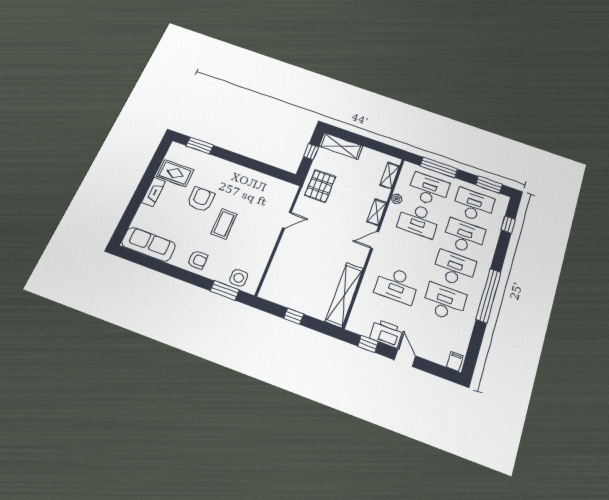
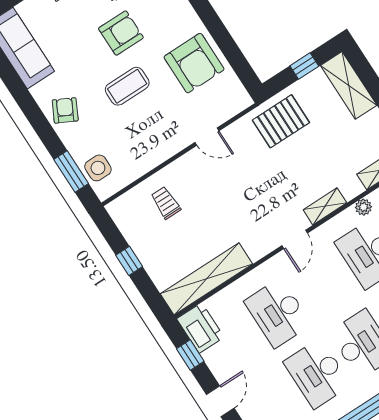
armchair: (252, 188) -> (194, 63), added
door: (375, 240) -> (295, 239), swing flipped
armchair: (198, 260) -> (65, 110), turned -153
trolley: (291, 270) -> (166, 203), added
desk: (444, 302) -> (317, 374), turned 180
printer: (386, 333) -> (200, 328), moved

